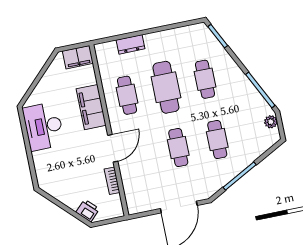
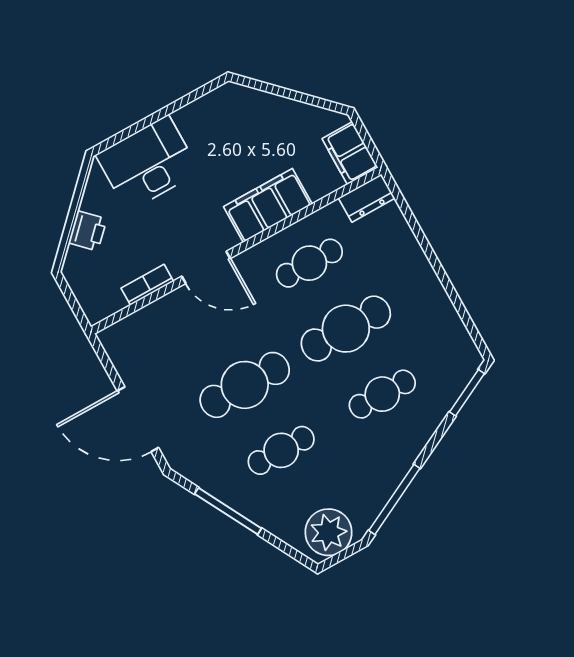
dresser: (131, 44) -> (367, 198), moved, turned -90
plant: (271, 122) -> (328, 532), width x1.88, depth x1.88
desk: (44, 126) -> (148, 163), moved
cafe table: (178, 147) -> (245, 385), width x1.37, depth x1.35
printer: (88, 211) -> (88, 231), moved

